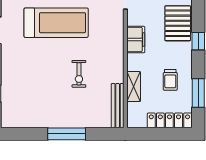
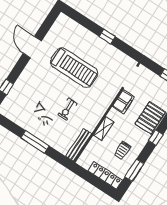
filing cabinet: (136, 40) -> (123, 102), moved
shelving: (134, 87) -> (104, 129), moved

